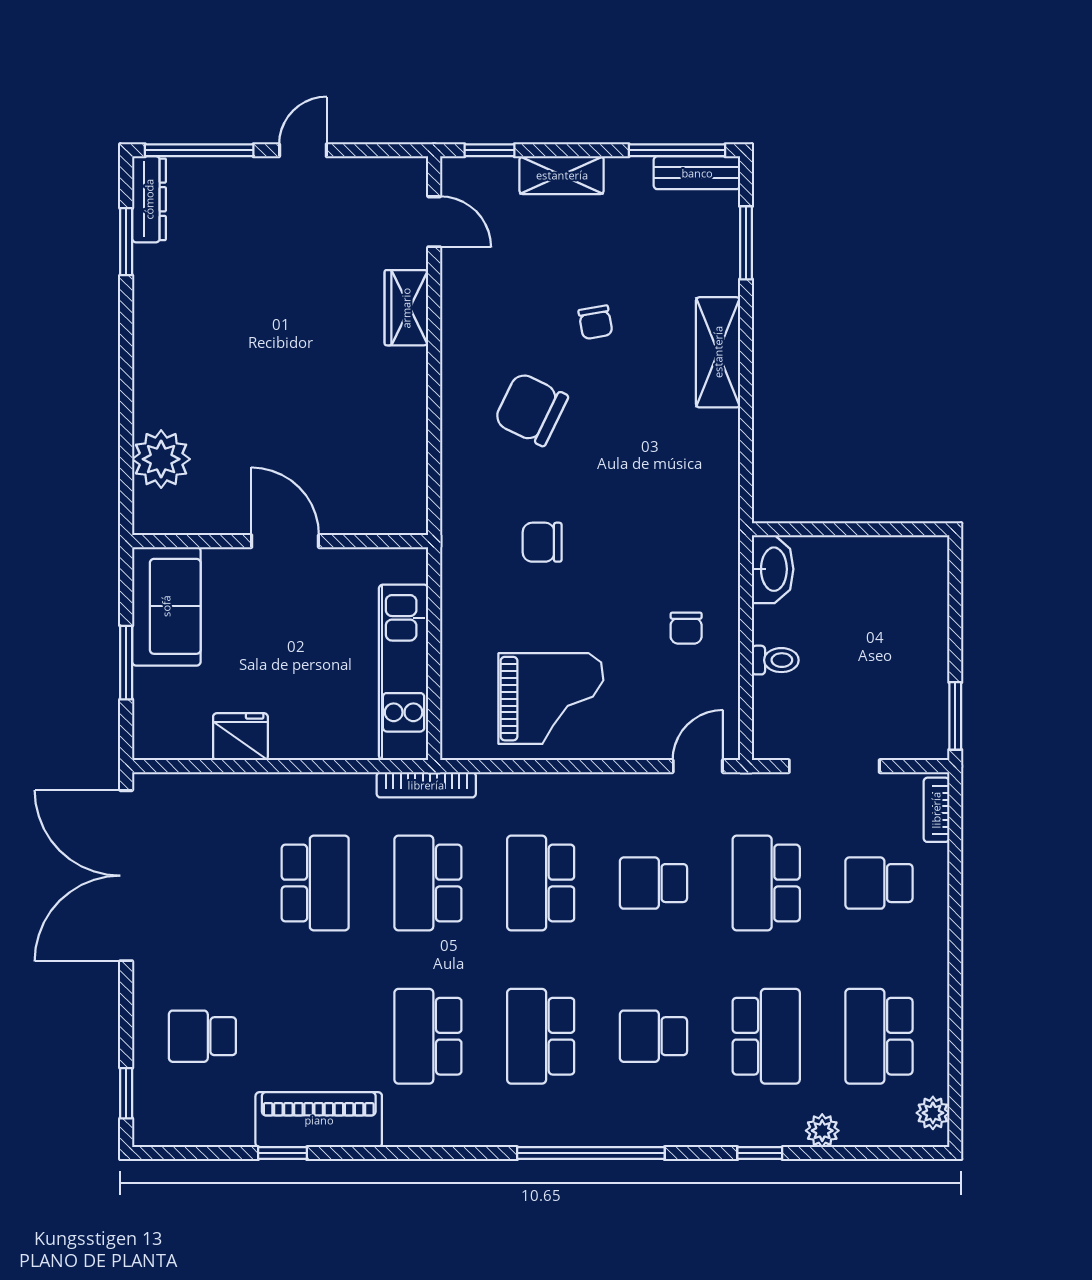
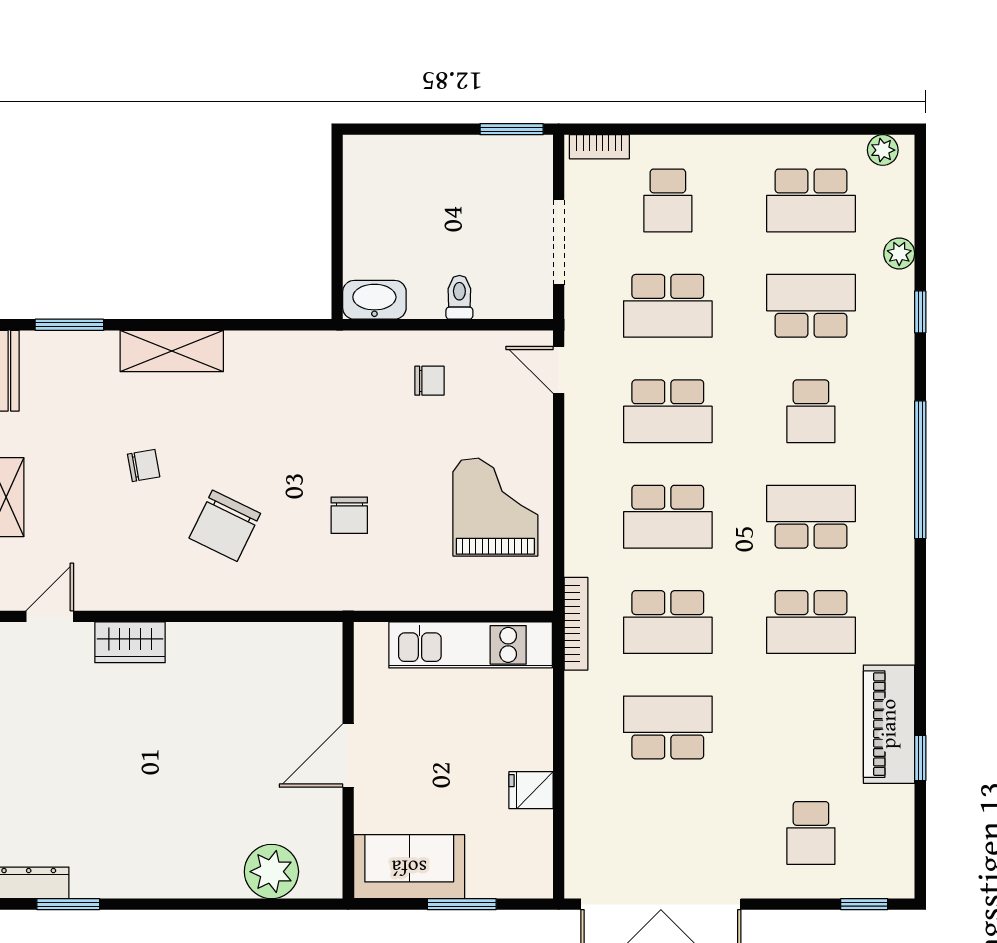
fridge: (240, 737) -> (531, 790), width x0.72
school desk: (653, 883) -> (668, 411), width x1.85
school desk: (541, 1036) -> (811, 517), turned 180

